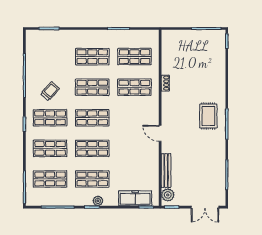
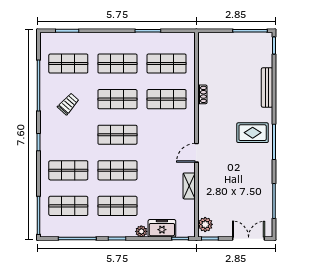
rug: (208, 116) -> (253, 133), turned 90
shop shelf: (50, 118) -> (68, 64), moved
door: (160, 133) -> (196, 153), hinge flipped
shelving: (154, 162) -> (189, 186), added
bench: (166, 171) -> (267, 87), moved
freezer: (135, 198) -> (162, 228), width x0.71
plant: (98, 201) -> (141, 231), moved
double door: (205, 207) -> (249, 239), swing flipped

